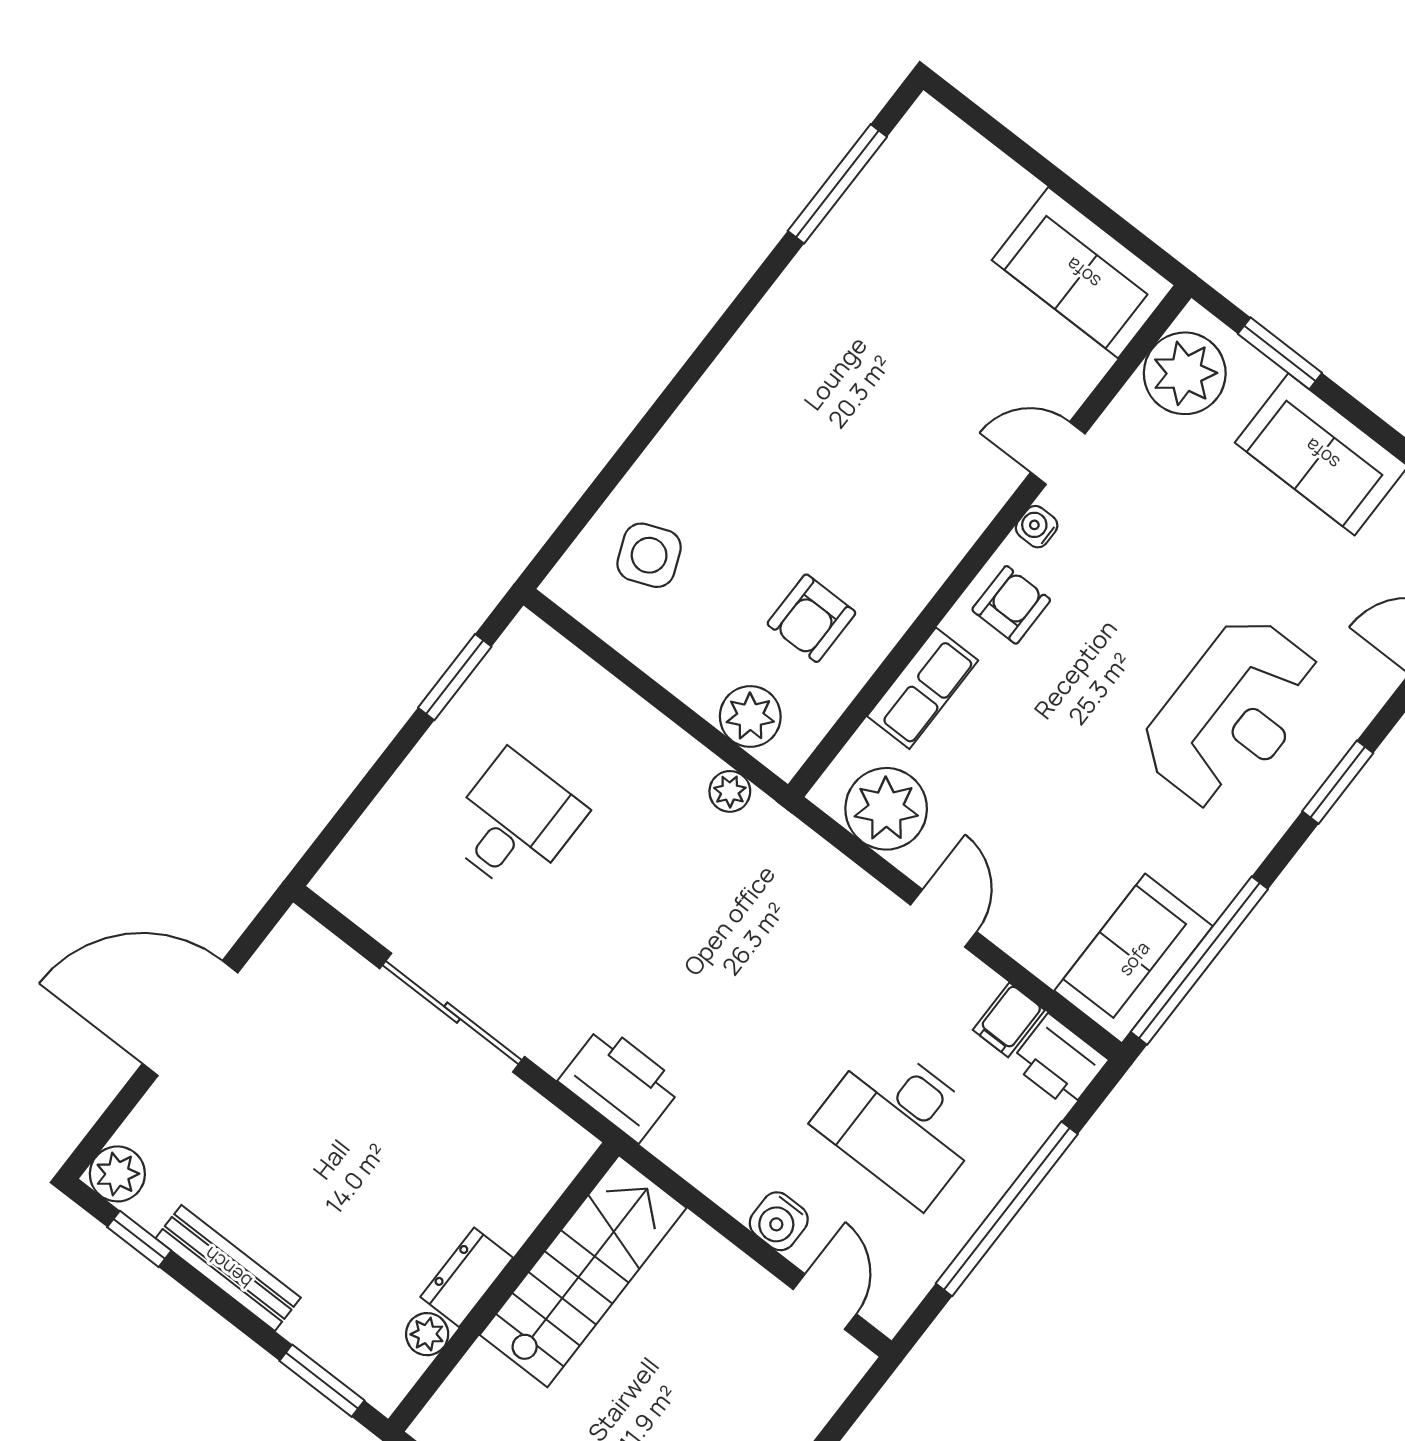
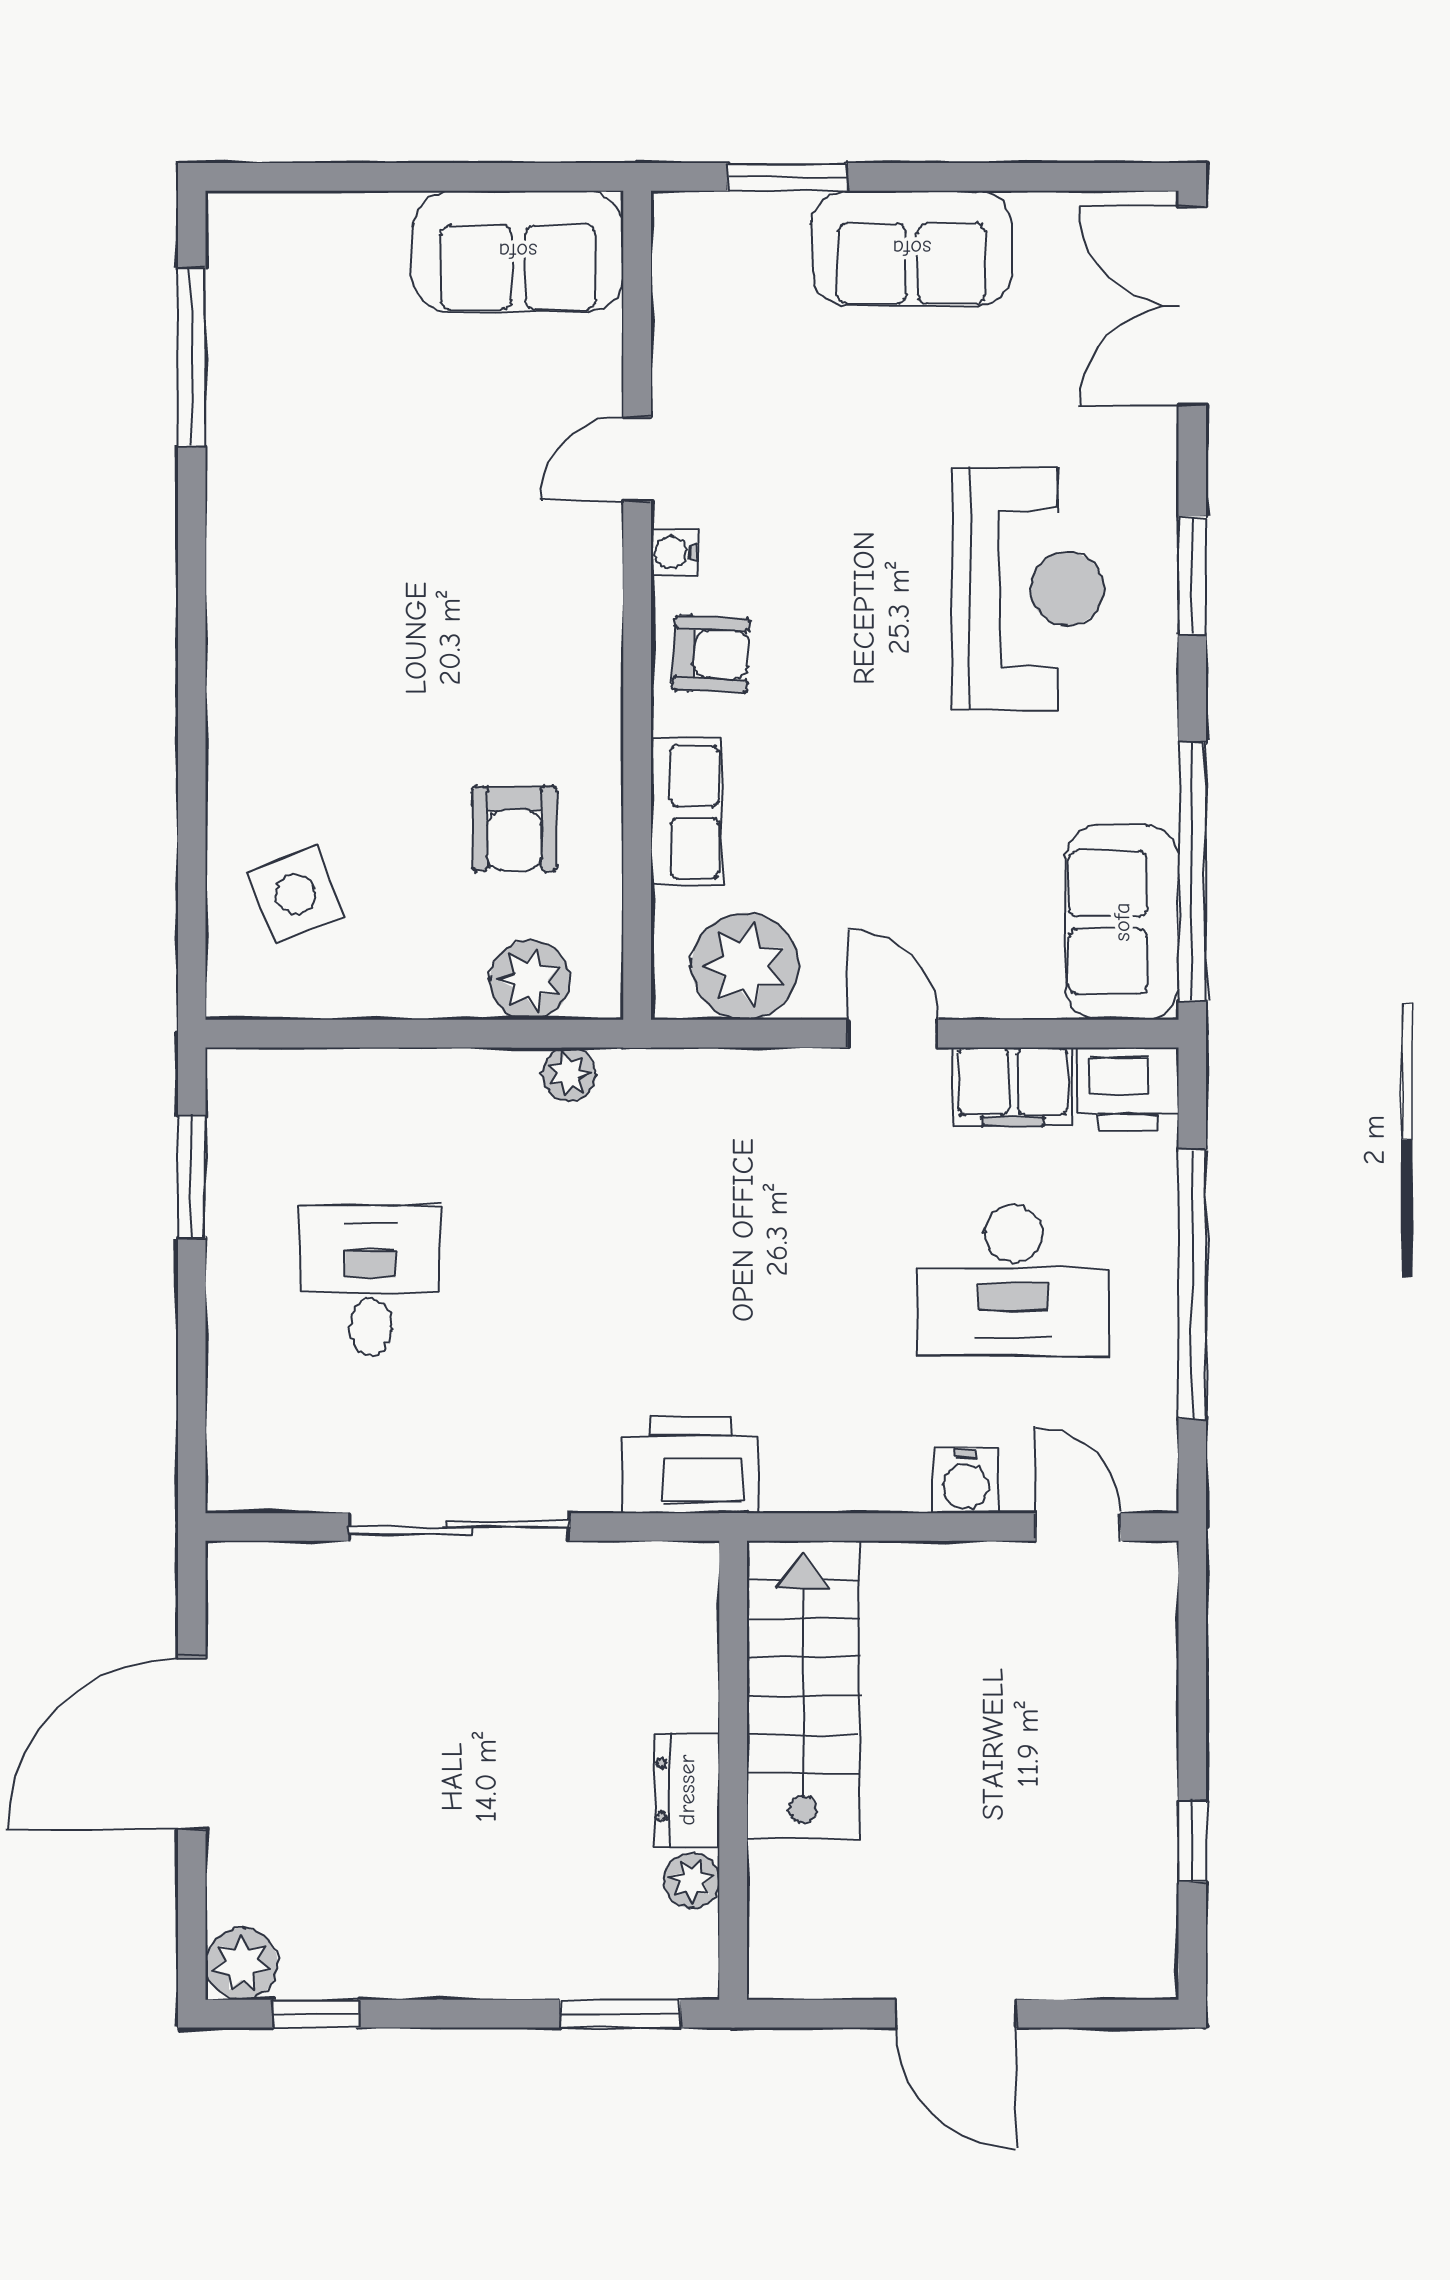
plant: (1185, 373) -> (705, 274), removed
armchair: (1011, 605) -> (711, 654), turned 92
filing cabinet: (1009, 1020) -> (1013, 1087), width x2.00
bench: (228, 1268) -> (432, 1972), removed

